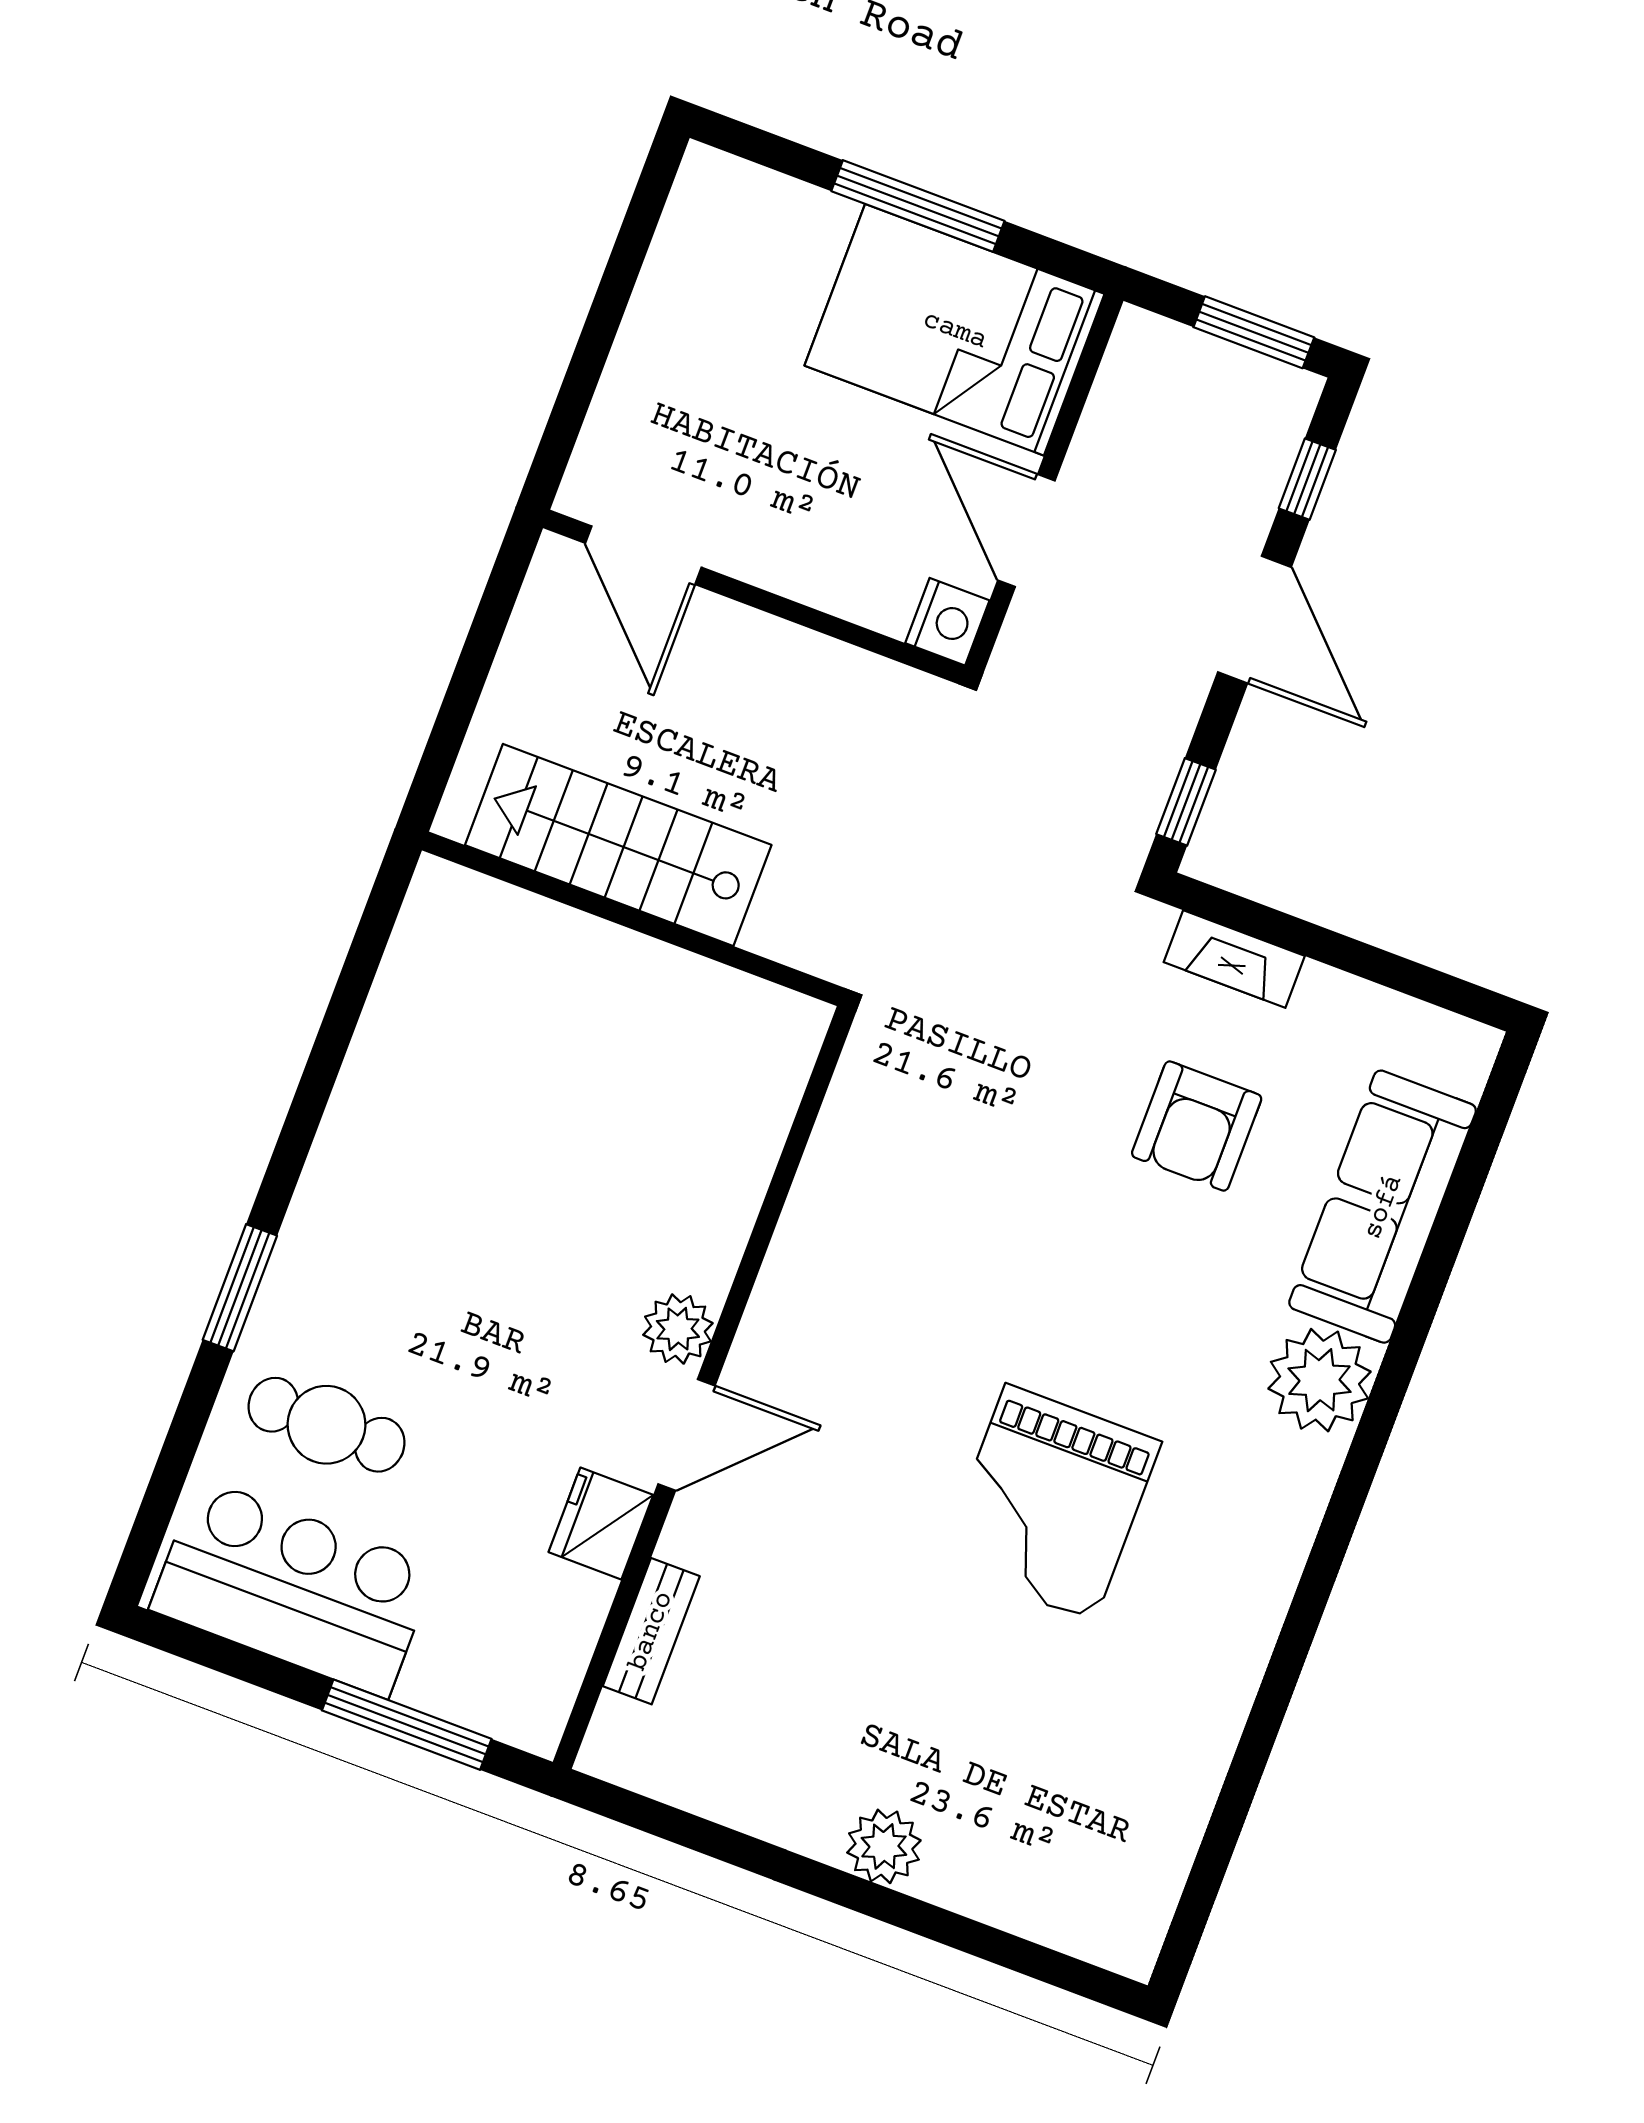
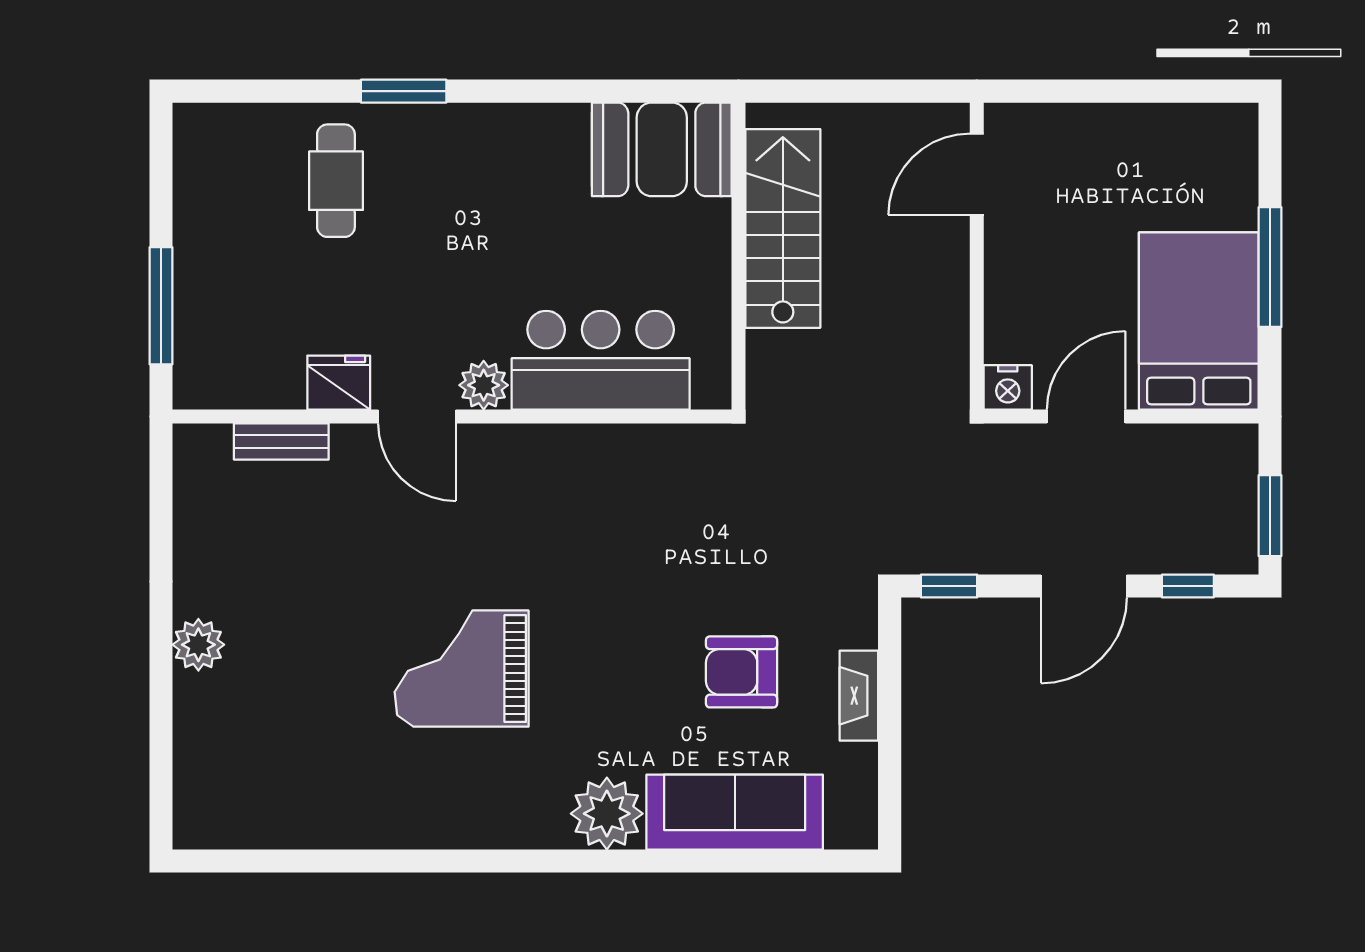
fireplace: (1234, 959) -> (859, 696), moved
booth: (450, 968) -> (662, 149), added
bar counter: (293, 1588) -> (601, 360), moved, turned -90

